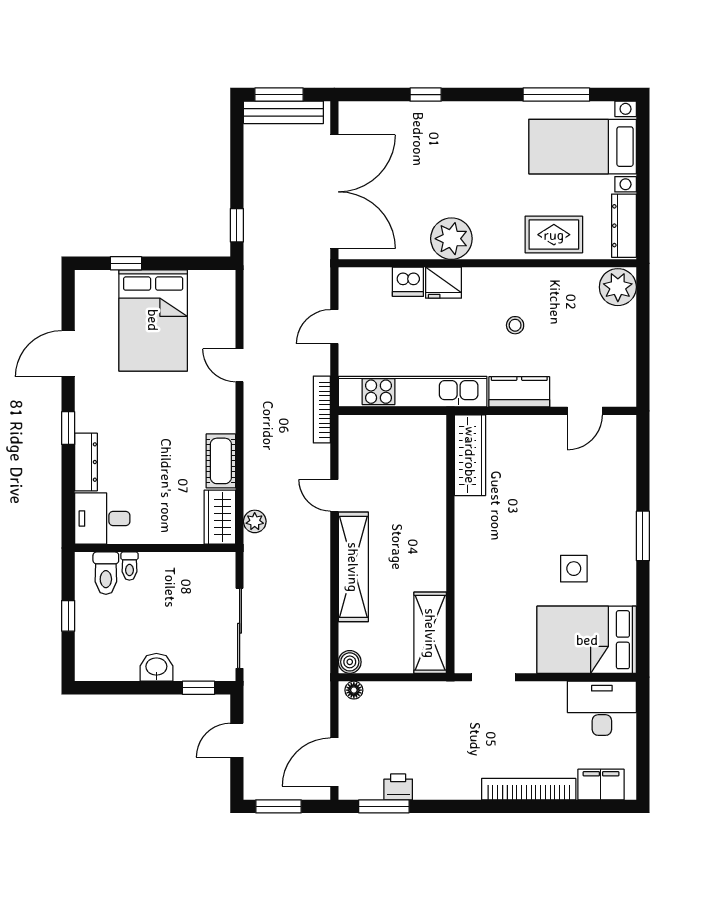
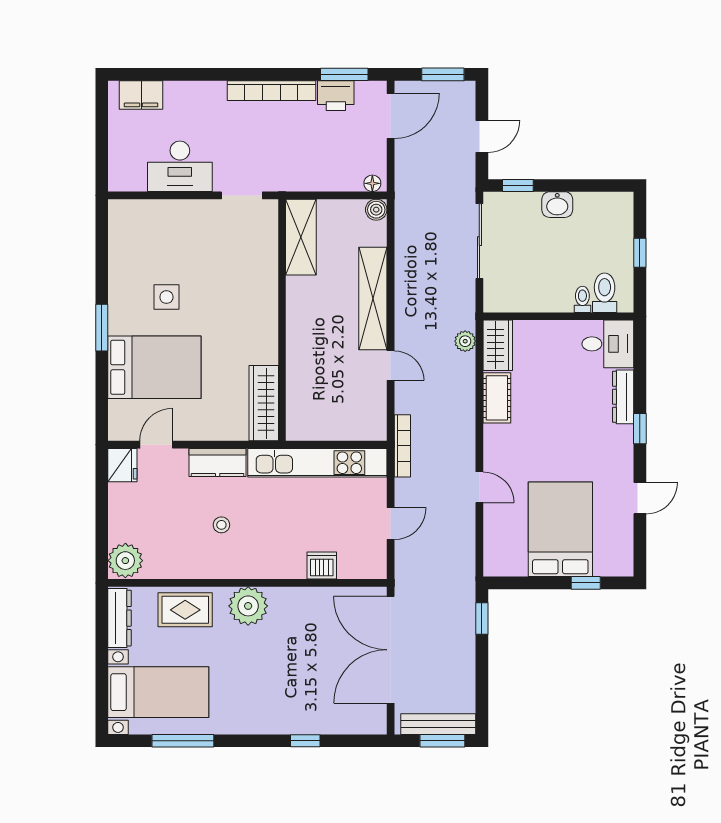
plant: (451, 239) -> (248, 606), moved
fridge: (444, 283) -> (122, 465), moved, turned 90
door: (68, 354) -> (640, 498), width x0.73
bed: (587, 640) -> (154, 367), moved
desk: (602, 708) -> (180, 166), moved
printer: (398, 787) -> (336, 96), width x1.36, depth x1.24
bookcase: (529, 789) -> (271, 91), moved

